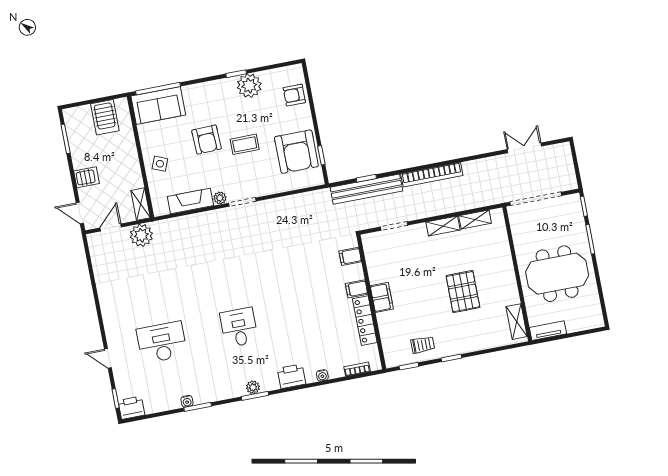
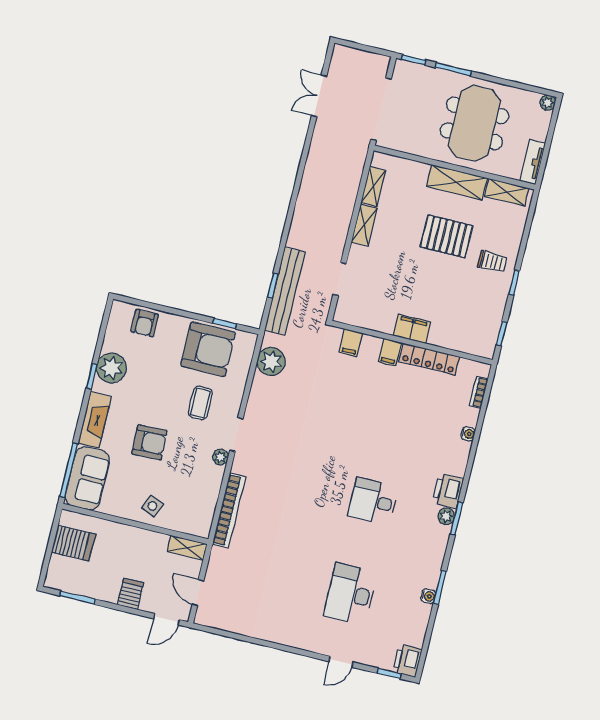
coffee table: (245, 144) -> (200, 403), moved
bookcase: (432, 175) -> (229, 510), moved
fireplace: (190, 201) -> (95, 420), moved, turned 180
plant: (141, 235) -> (271, 361), moved
shelving: (507, 281) -> (457, 182), added
plant: (598, 321) -> (548, 103), added
trolley: (423, 345) -> (492, 262), moved, turned 90
printer: (291, 376) -> (448, 491), moved

